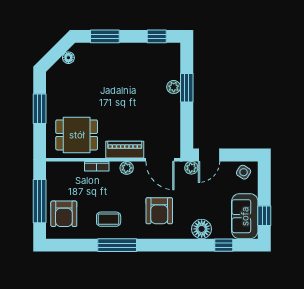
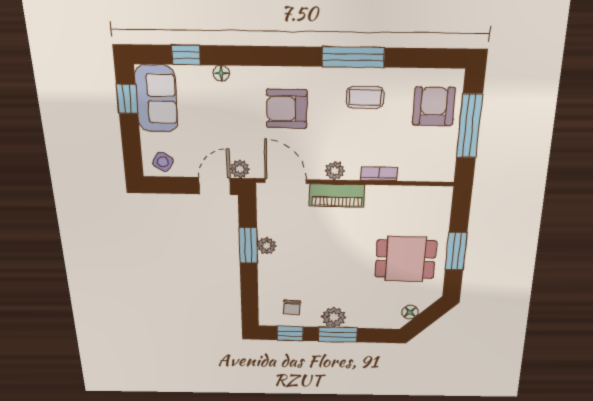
window: (105, 36) -> (338, 335), moved
plant: (124, 52) -> (334, 317), added
chair: (156, 59) -> (292, 307), added
plant: (174, 87) -> (267, 246), moved
window: (187, 88) -> (248, 246), moved
dining table: (77, 135) -> (406, 259), moved
armchair: (159, 211) -> (287, 109), turned -90
floor lamp: (202, 229) -> (221, 73), width x0.53, depth x0.53

